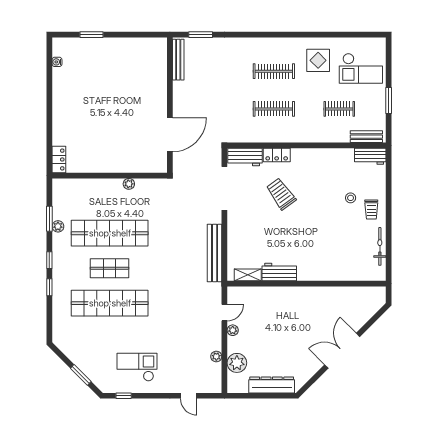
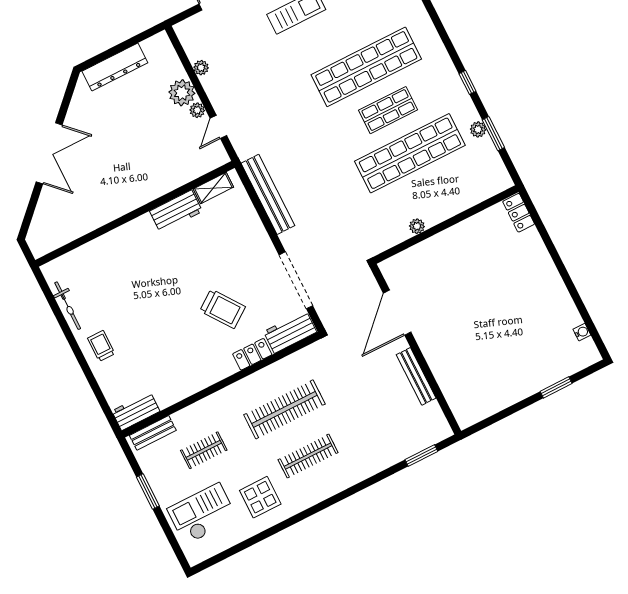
bench: (178, 60) -> (416, 376), moved
clothes rail: (274, 109) -> (284, 409), width x1.37, depth x1.31
stool: (351, 198) -> (134, 347), removed
window: (49, 287) -> (451, 49), removed
plant: (237, 363) -> (182, 93), moved

